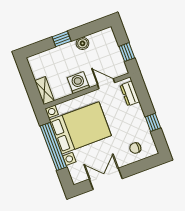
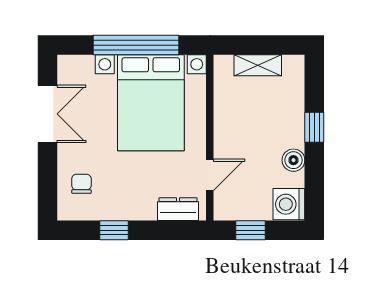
washing machine: (78, 83) -> (289, 204), moved, turned 180
shelving: (44, 91) -> (258, 65), moved

